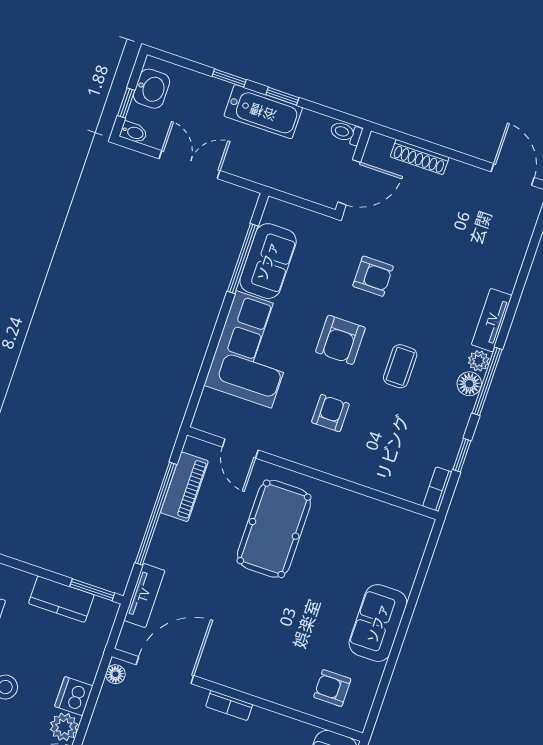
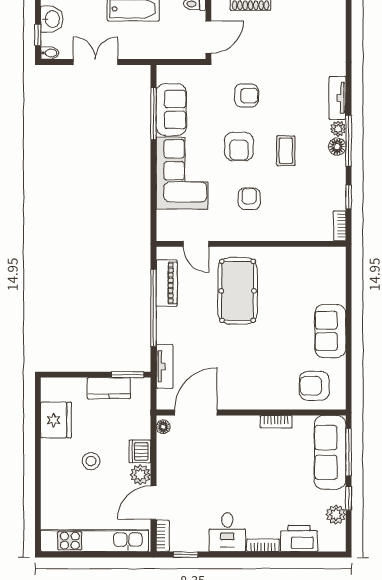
armchair: (332, 688) -> (314, 386), width x1.38, depth x1.38
bookcase: (229, 705) -> (276, 422), moved

